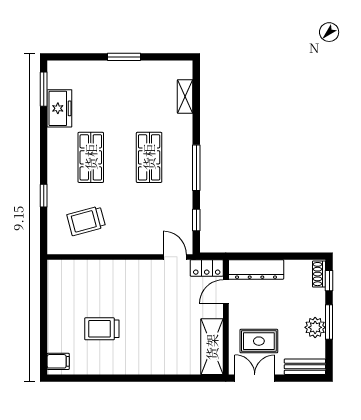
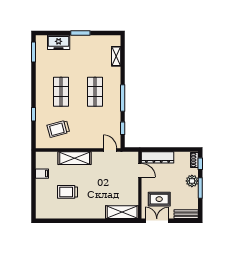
freezer: (59, 108) -> (59, 42), moved, turned 90
locker: (207, 268) -> (129, 156), removed
shelving: (114, 271) -> (75, 158), added
door: (226, 292) -> (140, 170), swing flipped
plant: (315, 327) -> (192, 181), moved
shelving: (212, 347) -> (122, 212), moved, turned 90
filing cabinet: (58, 361) -> (42, 174), moved

